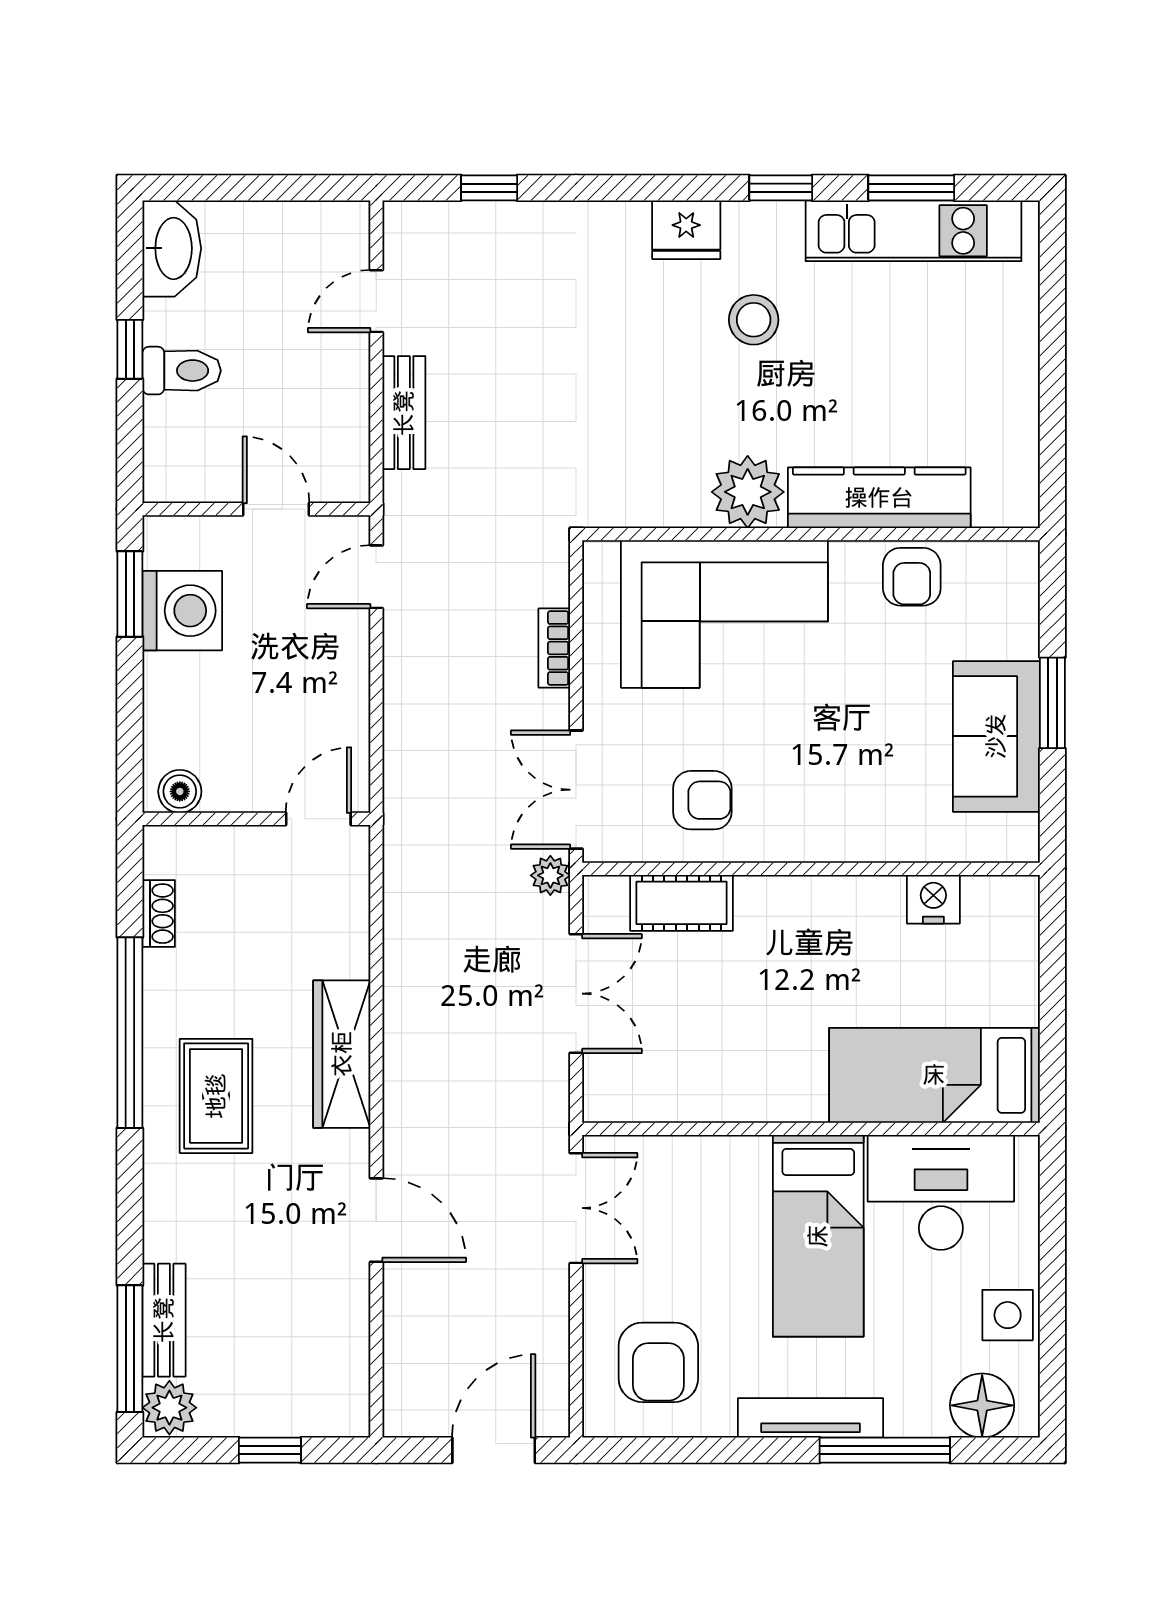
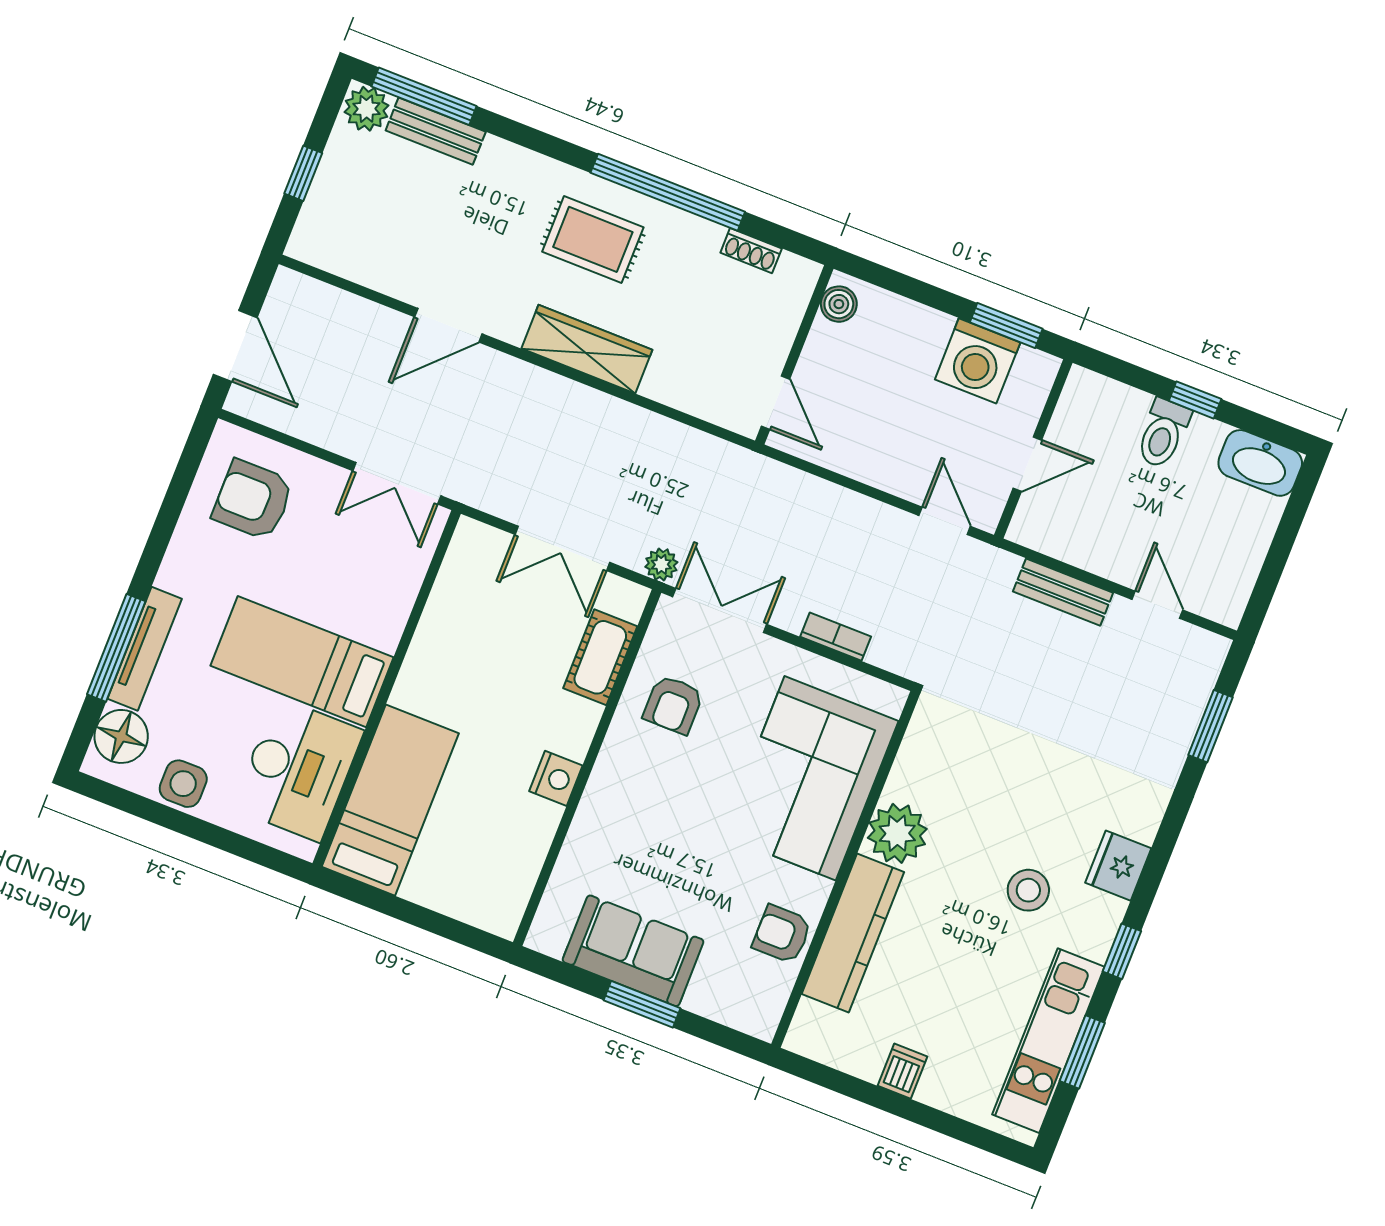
window: (489, 188) -> (1211, 726), width x1.50
dishwasher: (1012, 381) -> (902, 1071), added
nightstand: (933, 899) -> (556, 778), moved
tv unit: (810, 1418) -> (145, 649), moved

